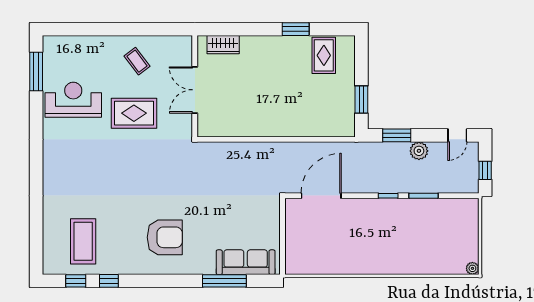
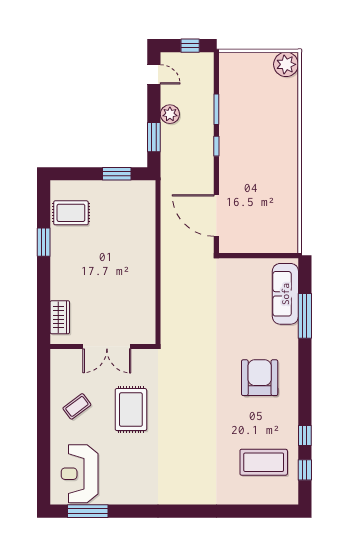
reception desk: (73, 100) -> (80, 474), moved
plant: (472, 268) -> (286, 64), width x1.87, depth x1.87

